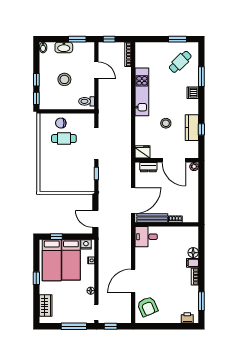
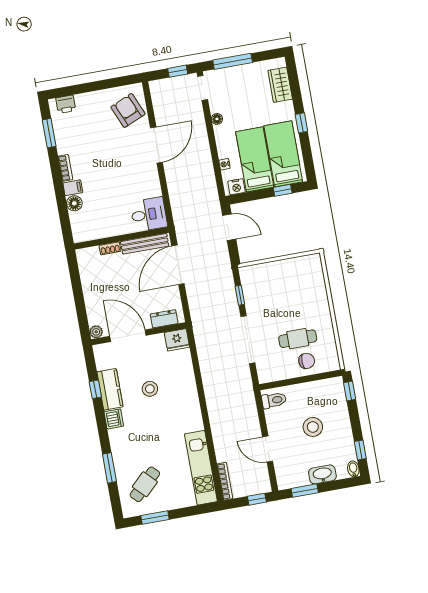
window: (36, 80) -> (360, 450), moved
kitchen unit: (142, 92) -> (201, 468), moved
dishwasher: (193, 93) -> (114, 419), moved

